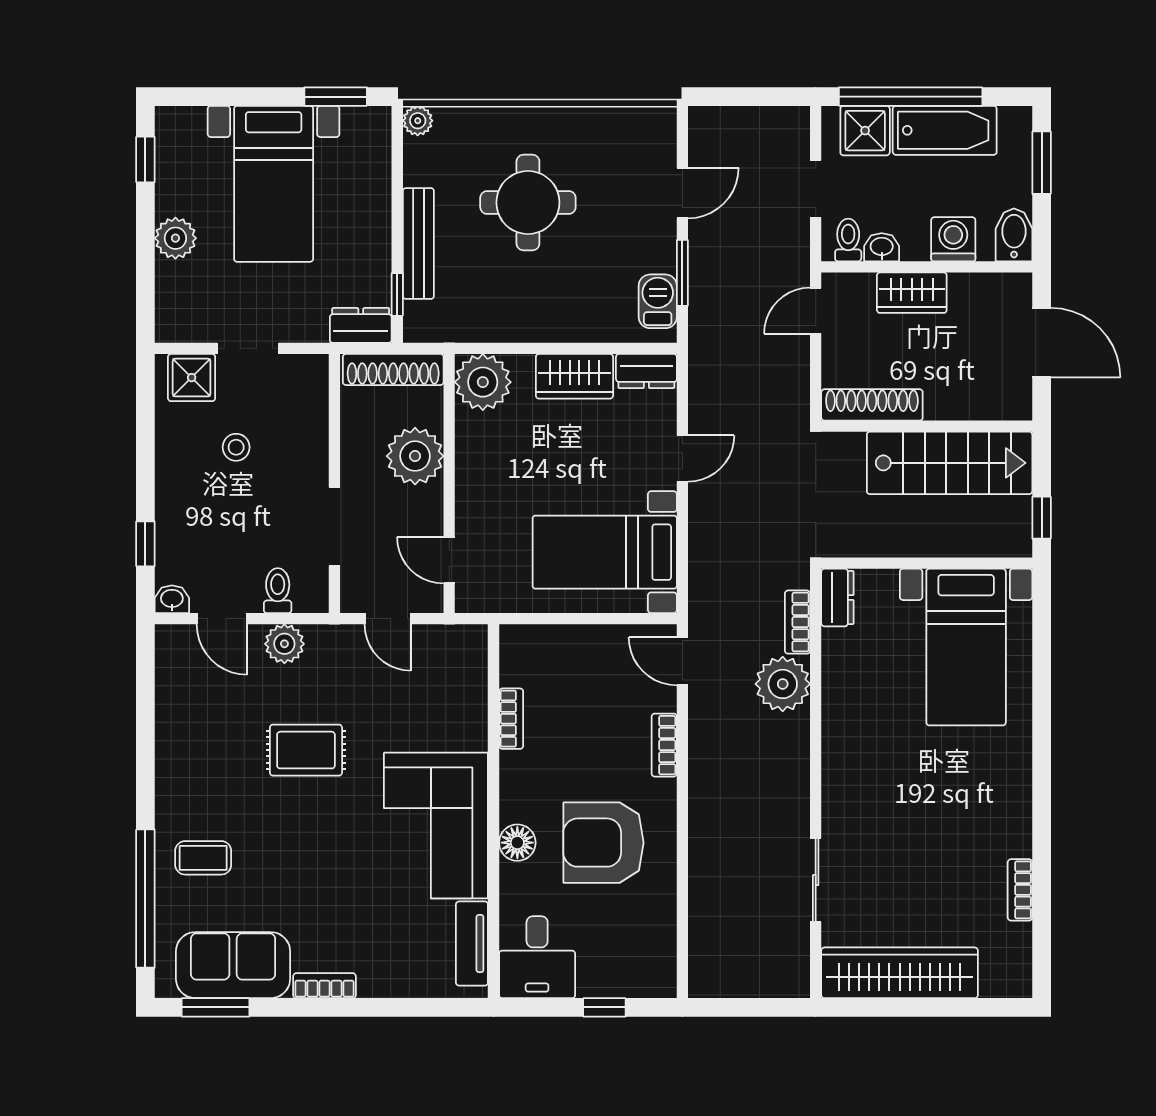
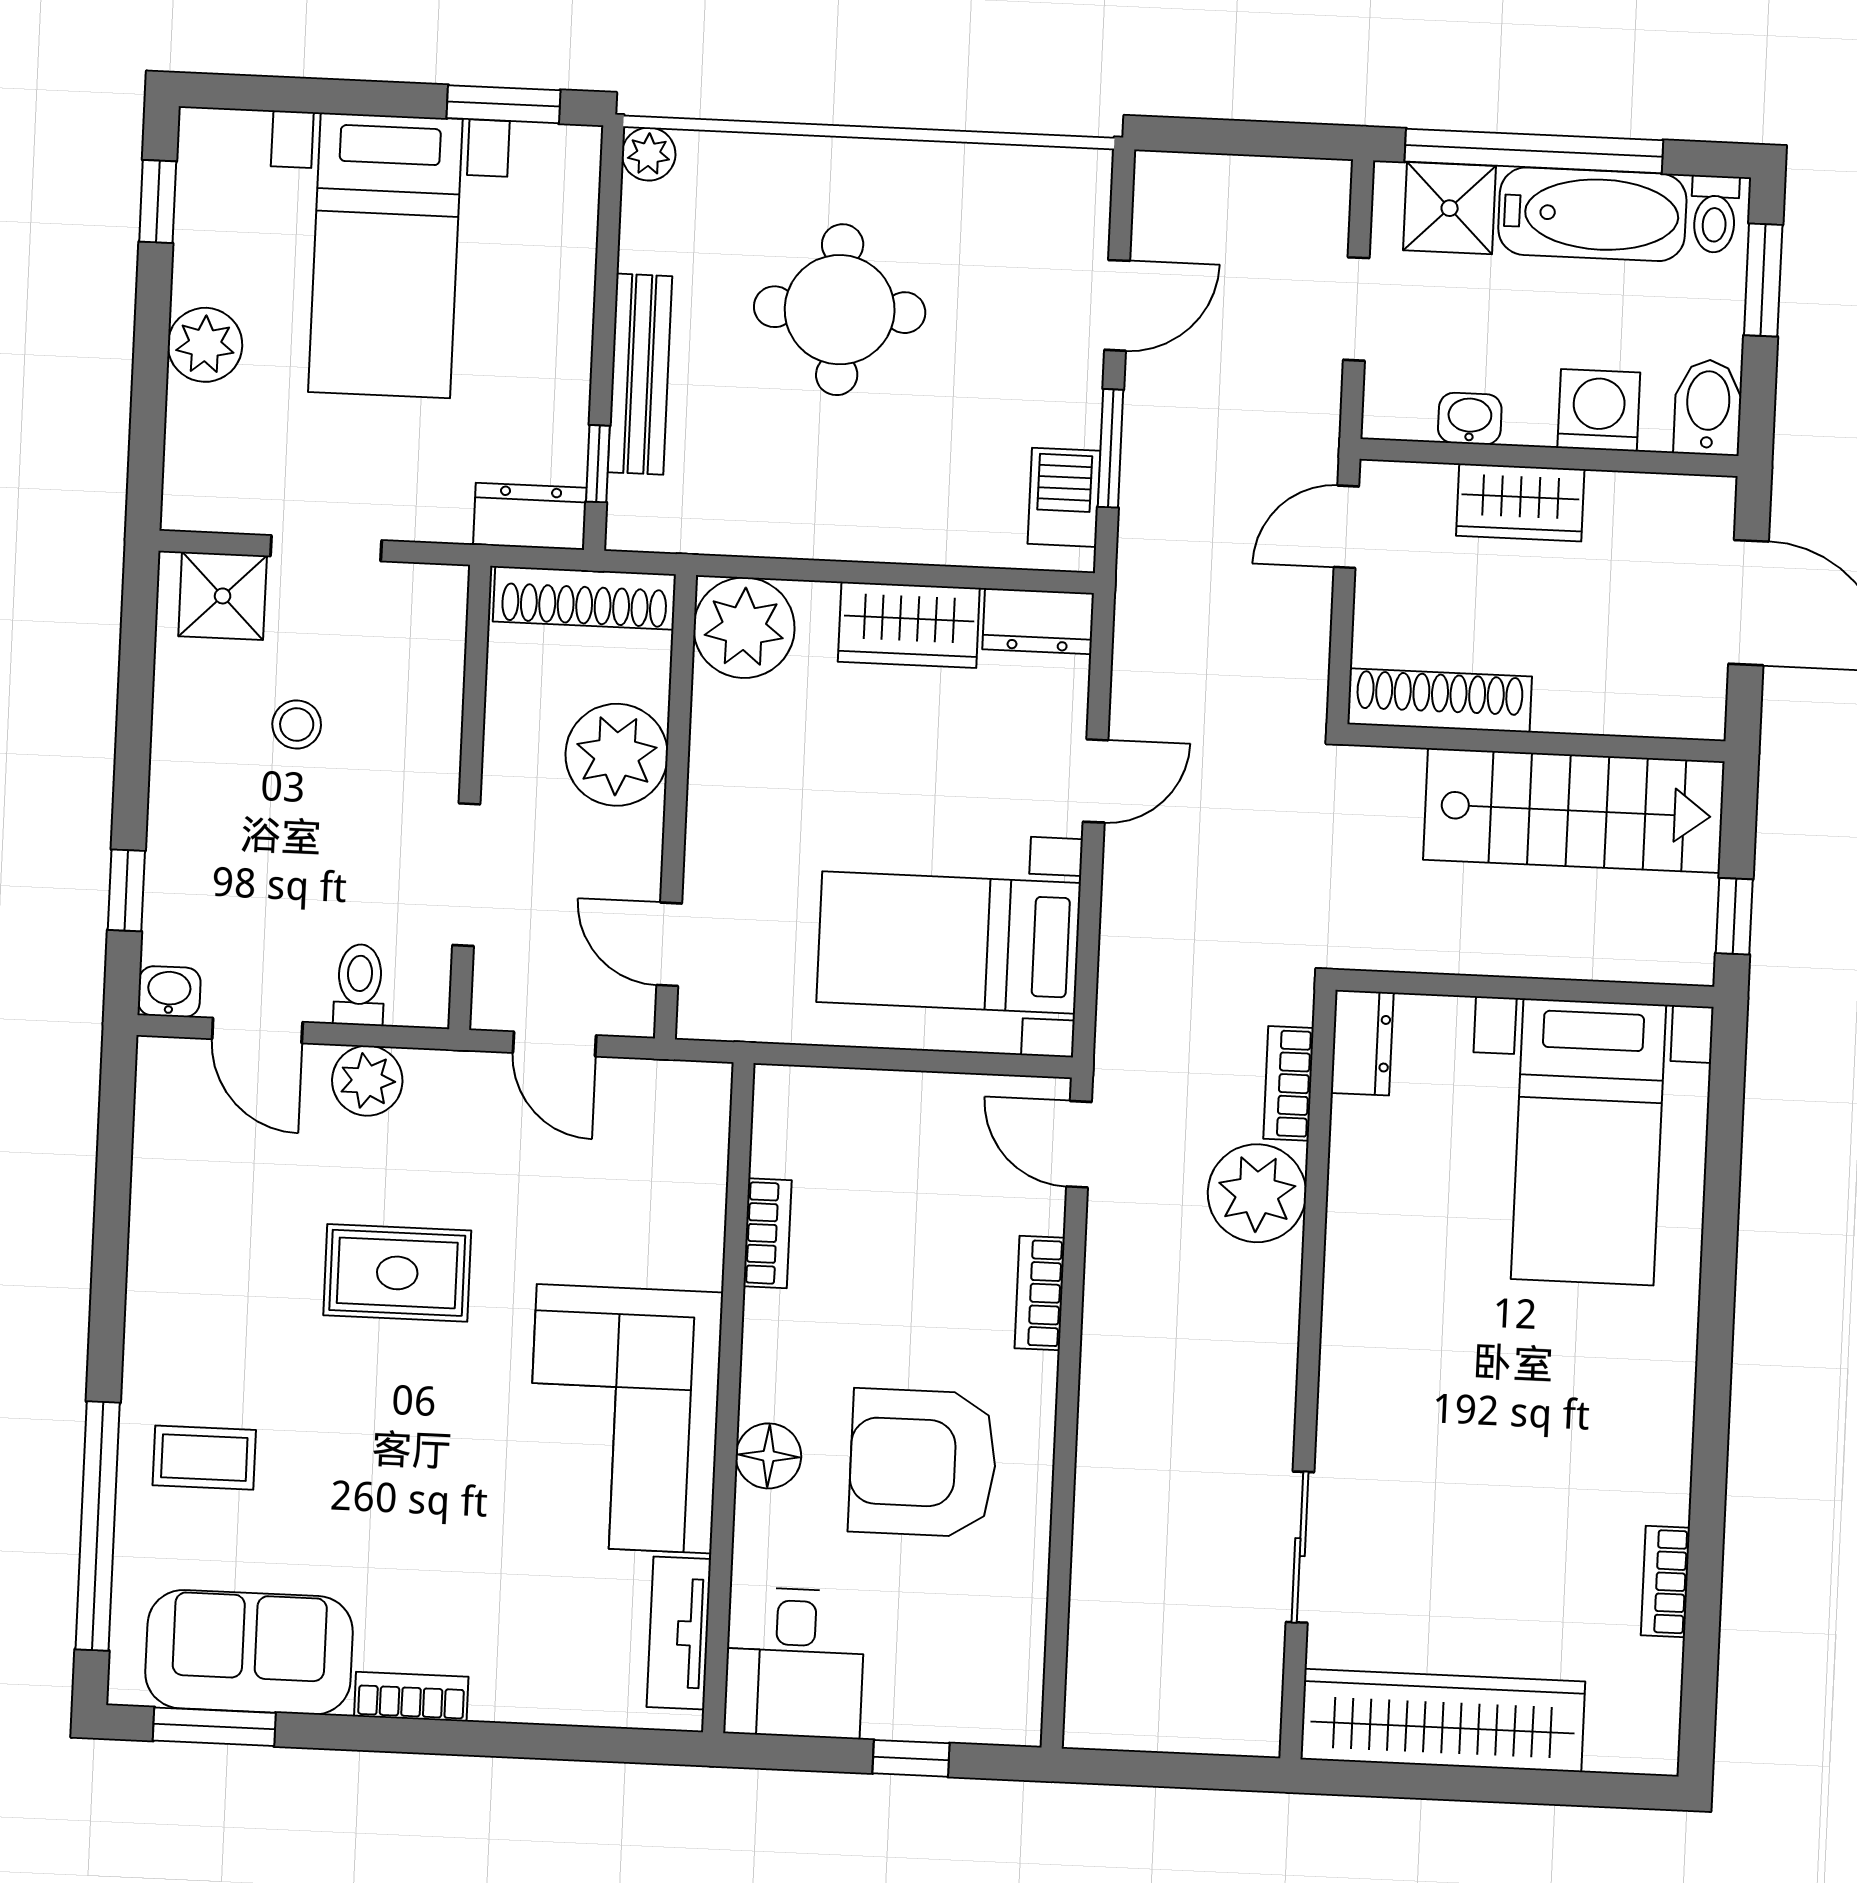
toilet: (848, 240) -> (1715, 214), moved, turned 180

